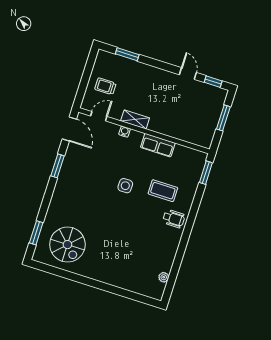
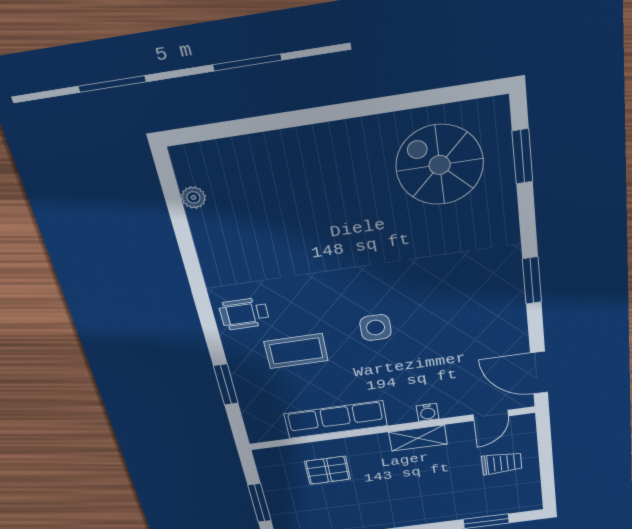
pallet: (183, 121) -> (327, 470), added
row of seats: (158, 145) -> (336, 420), width x1.48
window: (58, 166) -> (532, 281), moved
window: (206, 173) -> (226, 385), moved

